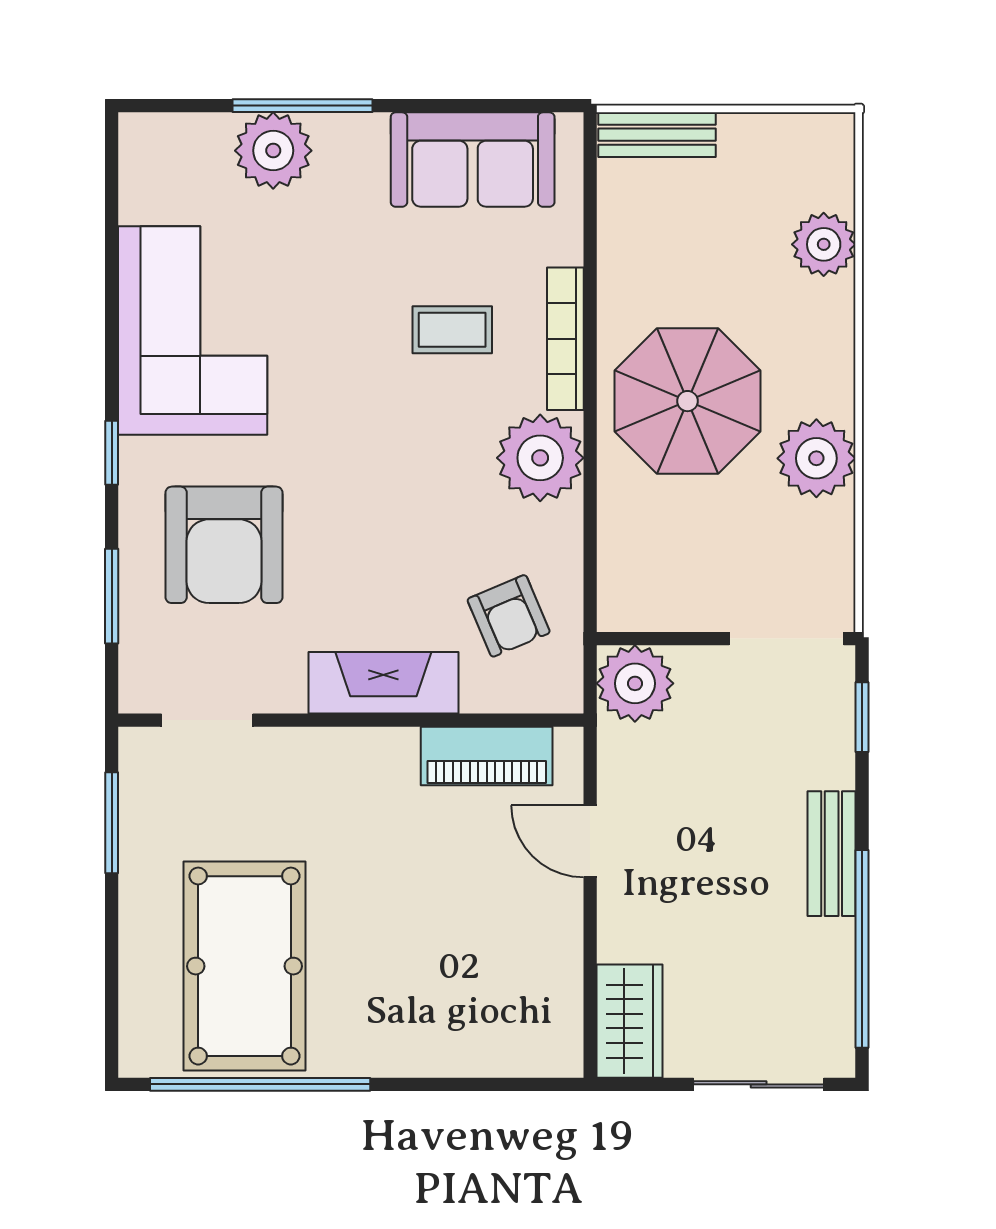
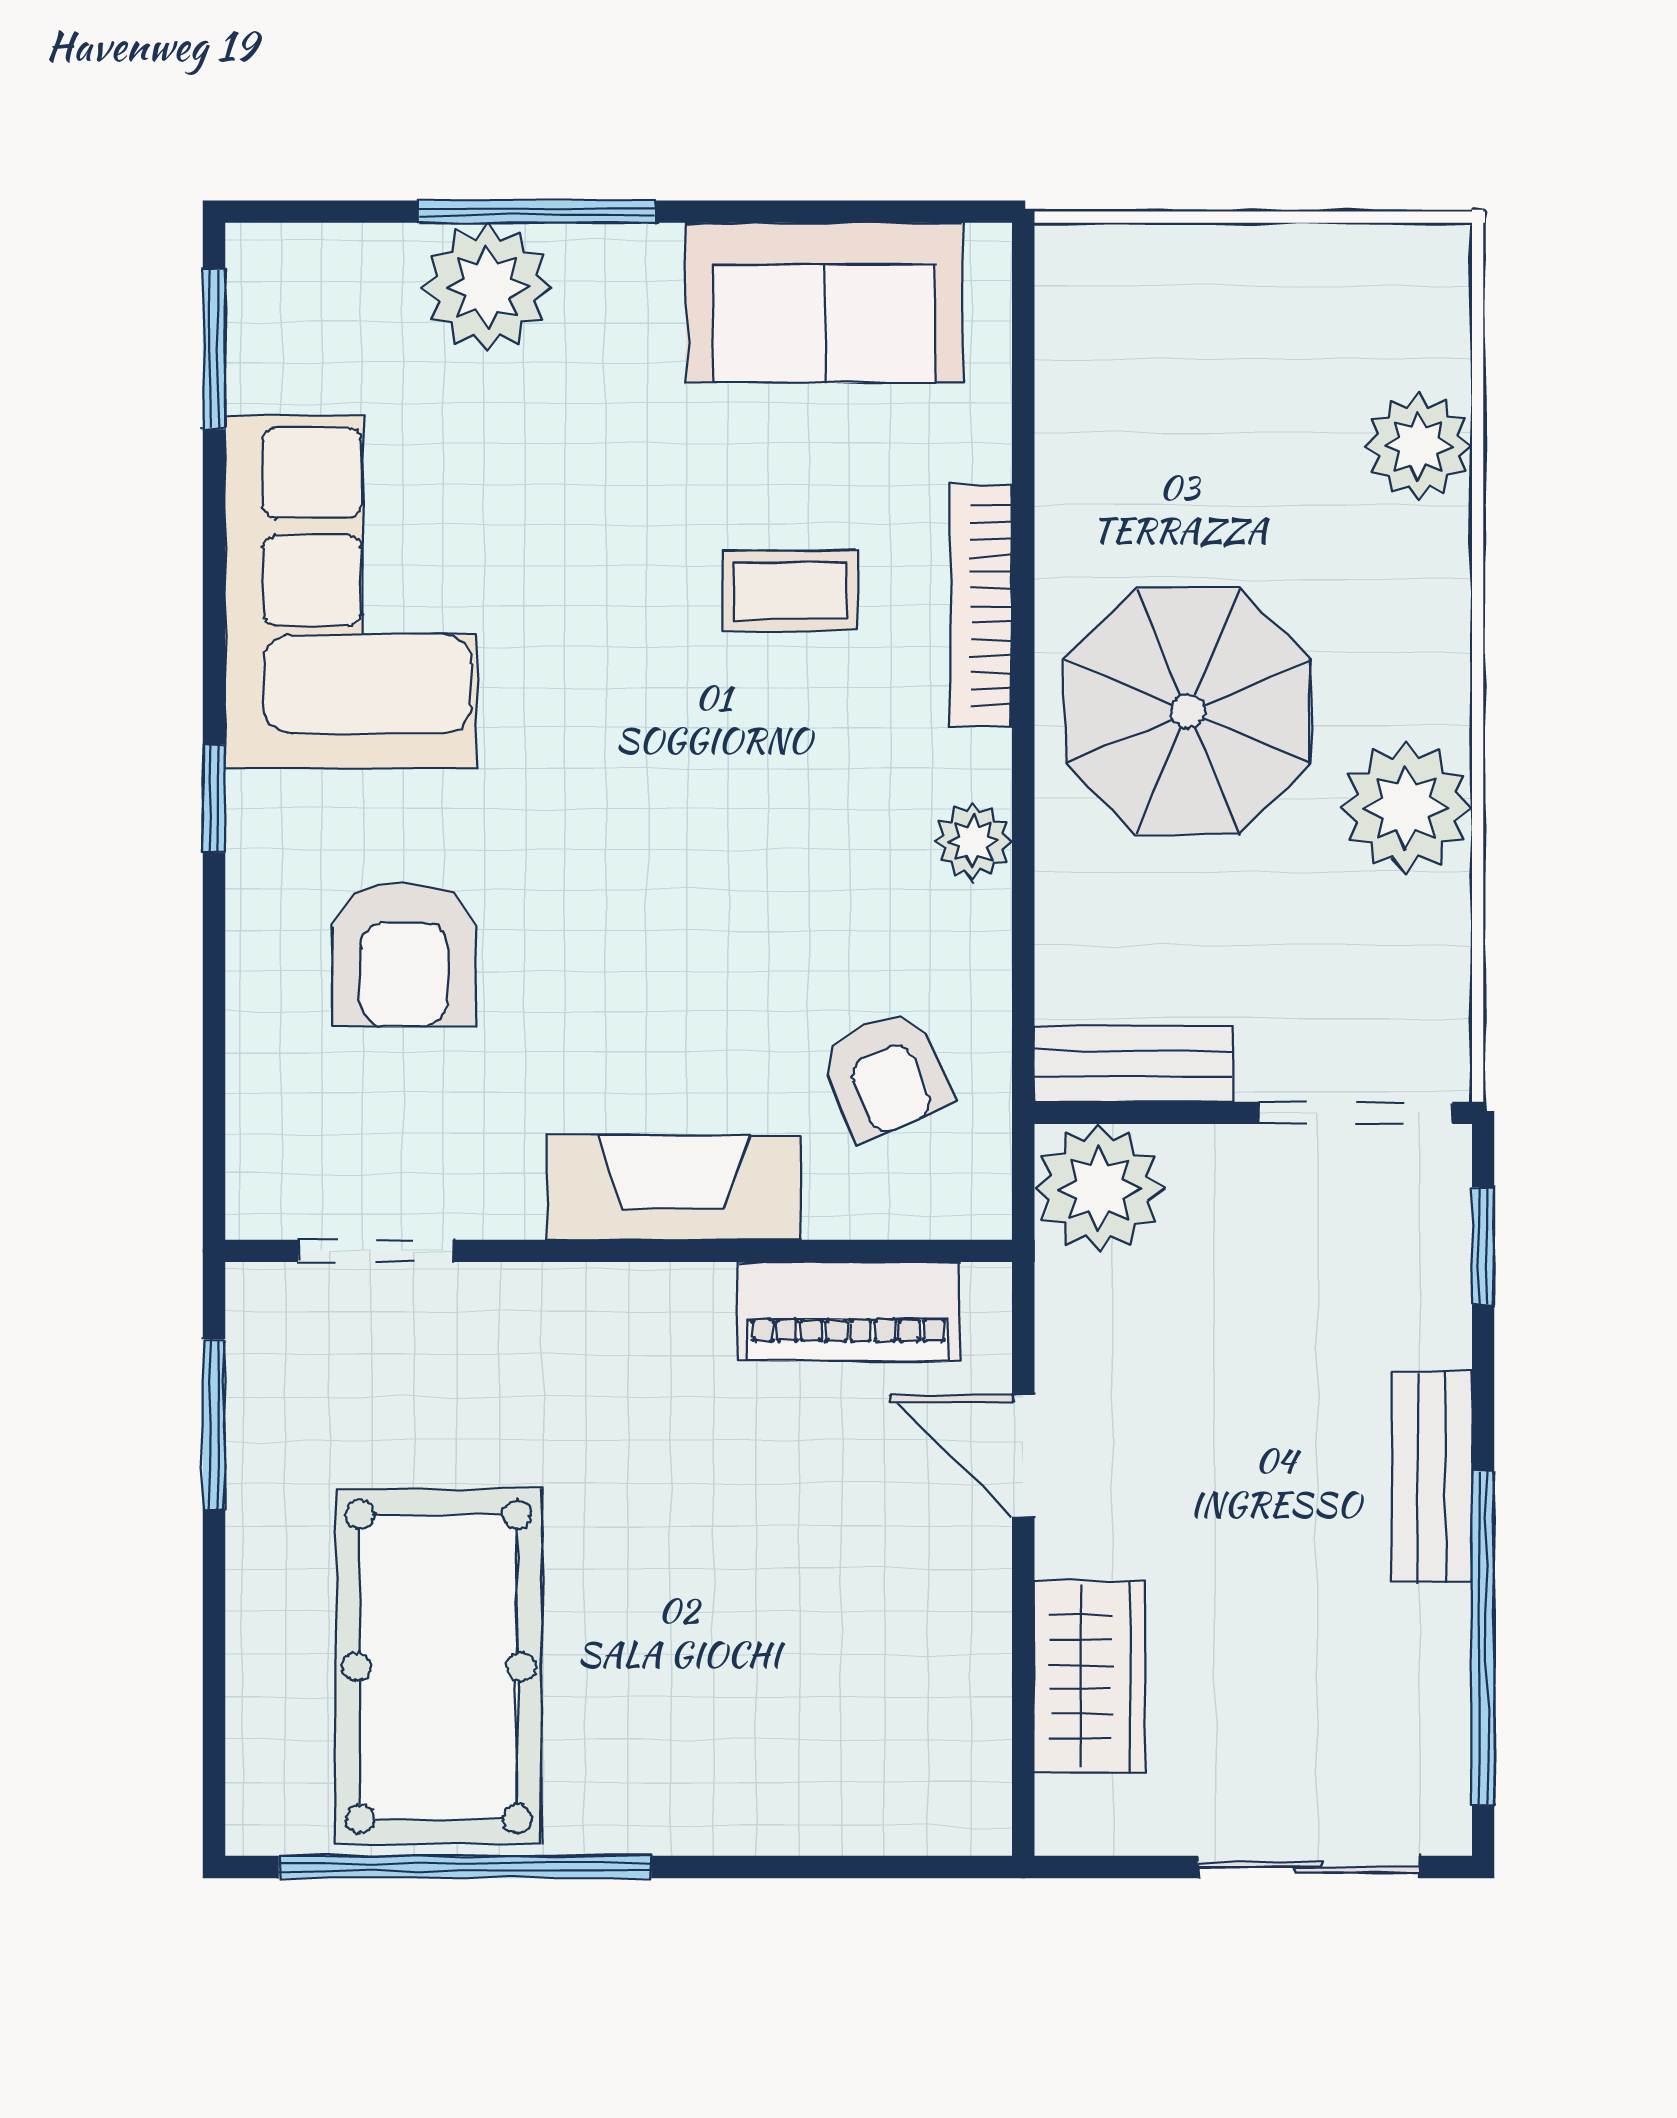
bench: (657, 135) -> (1134, 1064), moved
plant: (540, 458) -> (973, 842), width x0.53, depth x0.53
armchair: (224, 545) -> (404, 954), width x0.73, depth x0.73
window: (112, 596) -> (214, 349), moved
wardrobe: (630, 1021) -> (1090, 1677), moved

